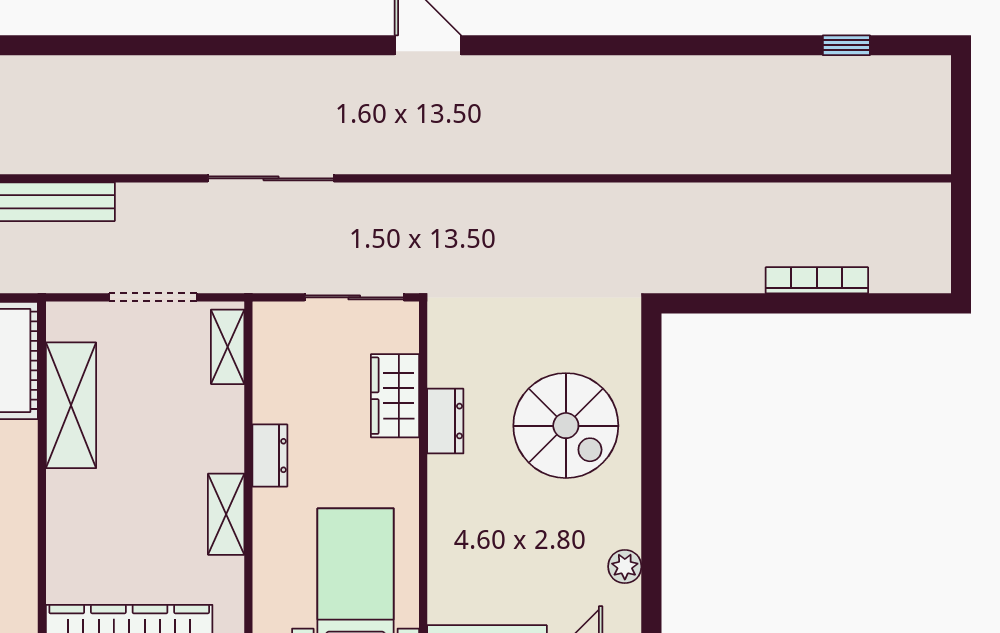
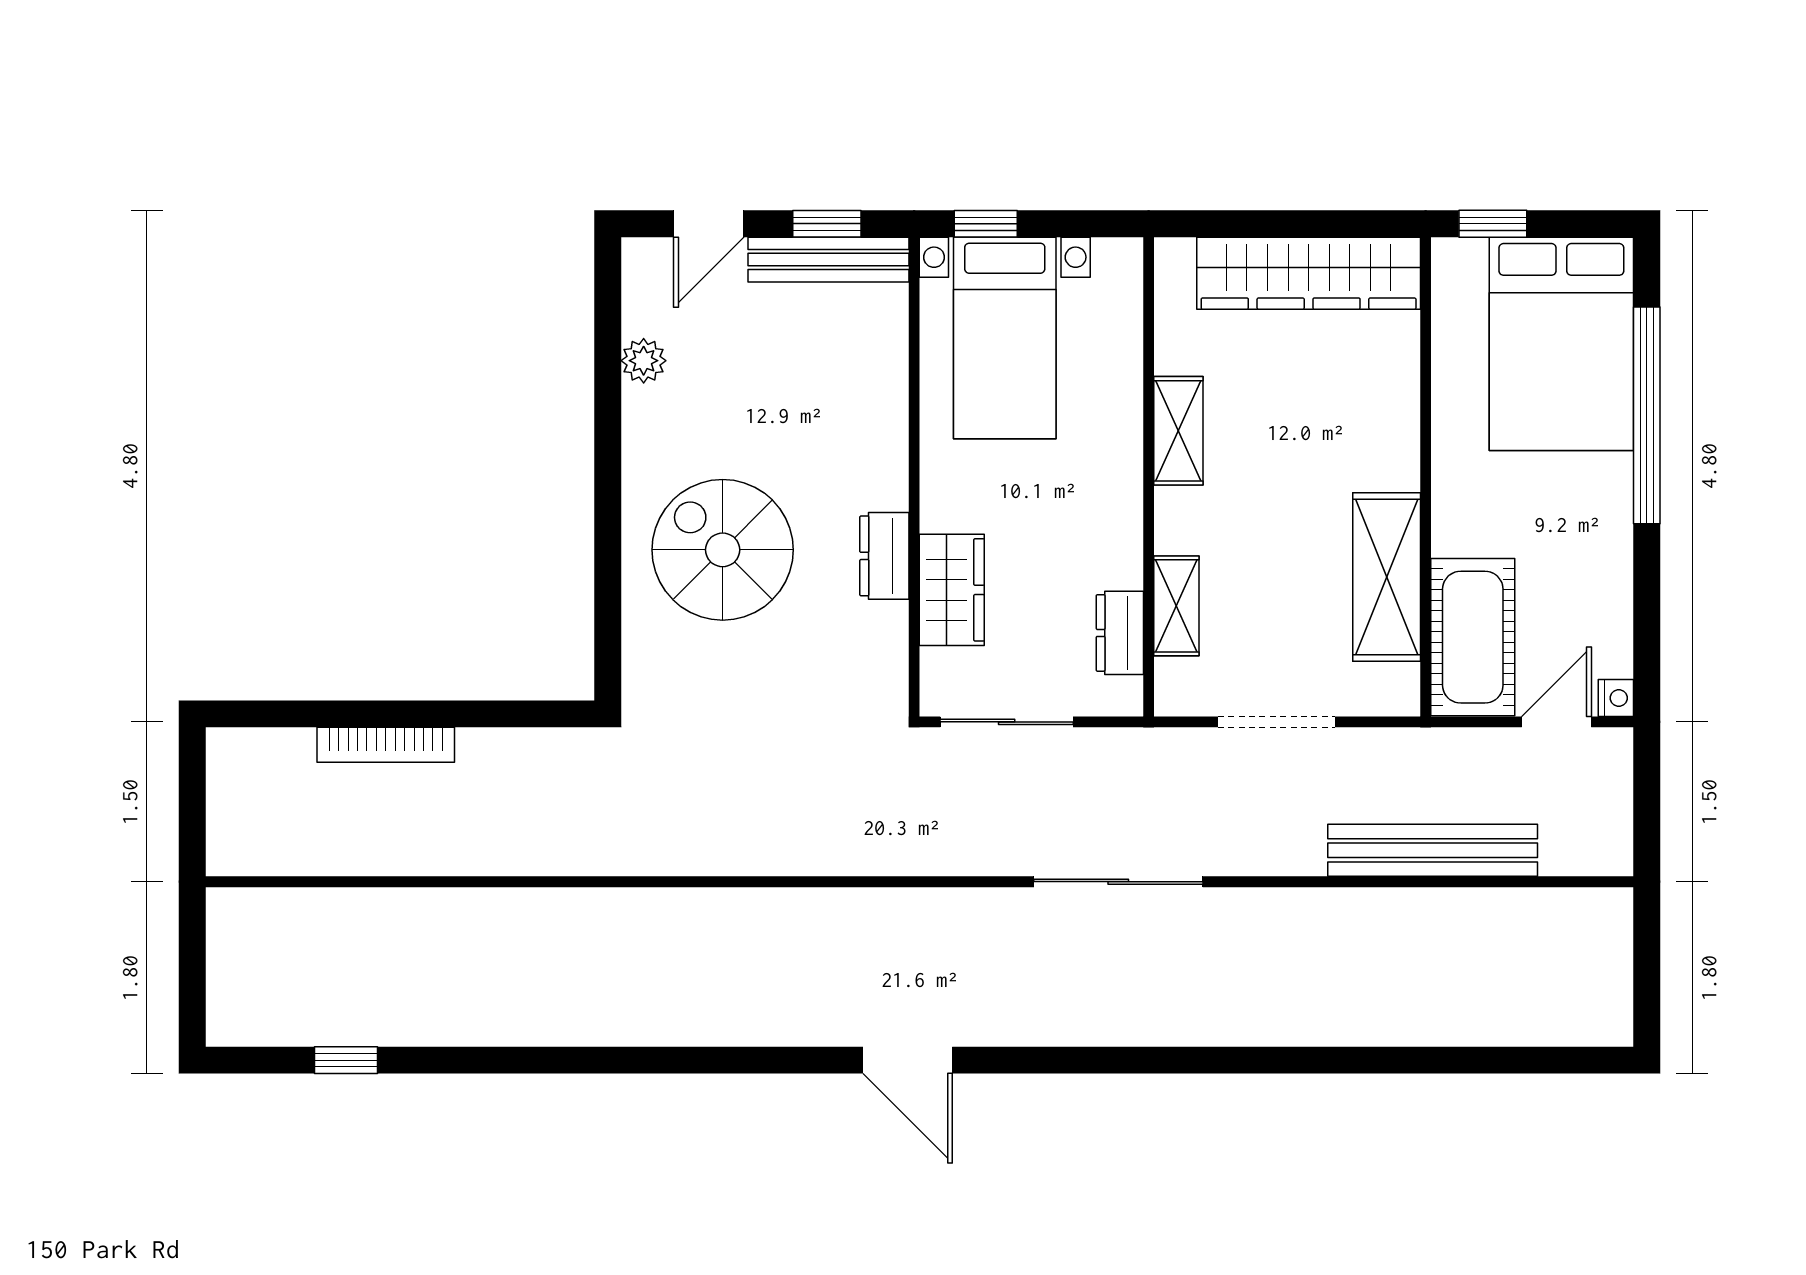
shelving: (228, 347) -> (1176, 606), moved
dresser: (270, 456) -> (1120, 633), moved

